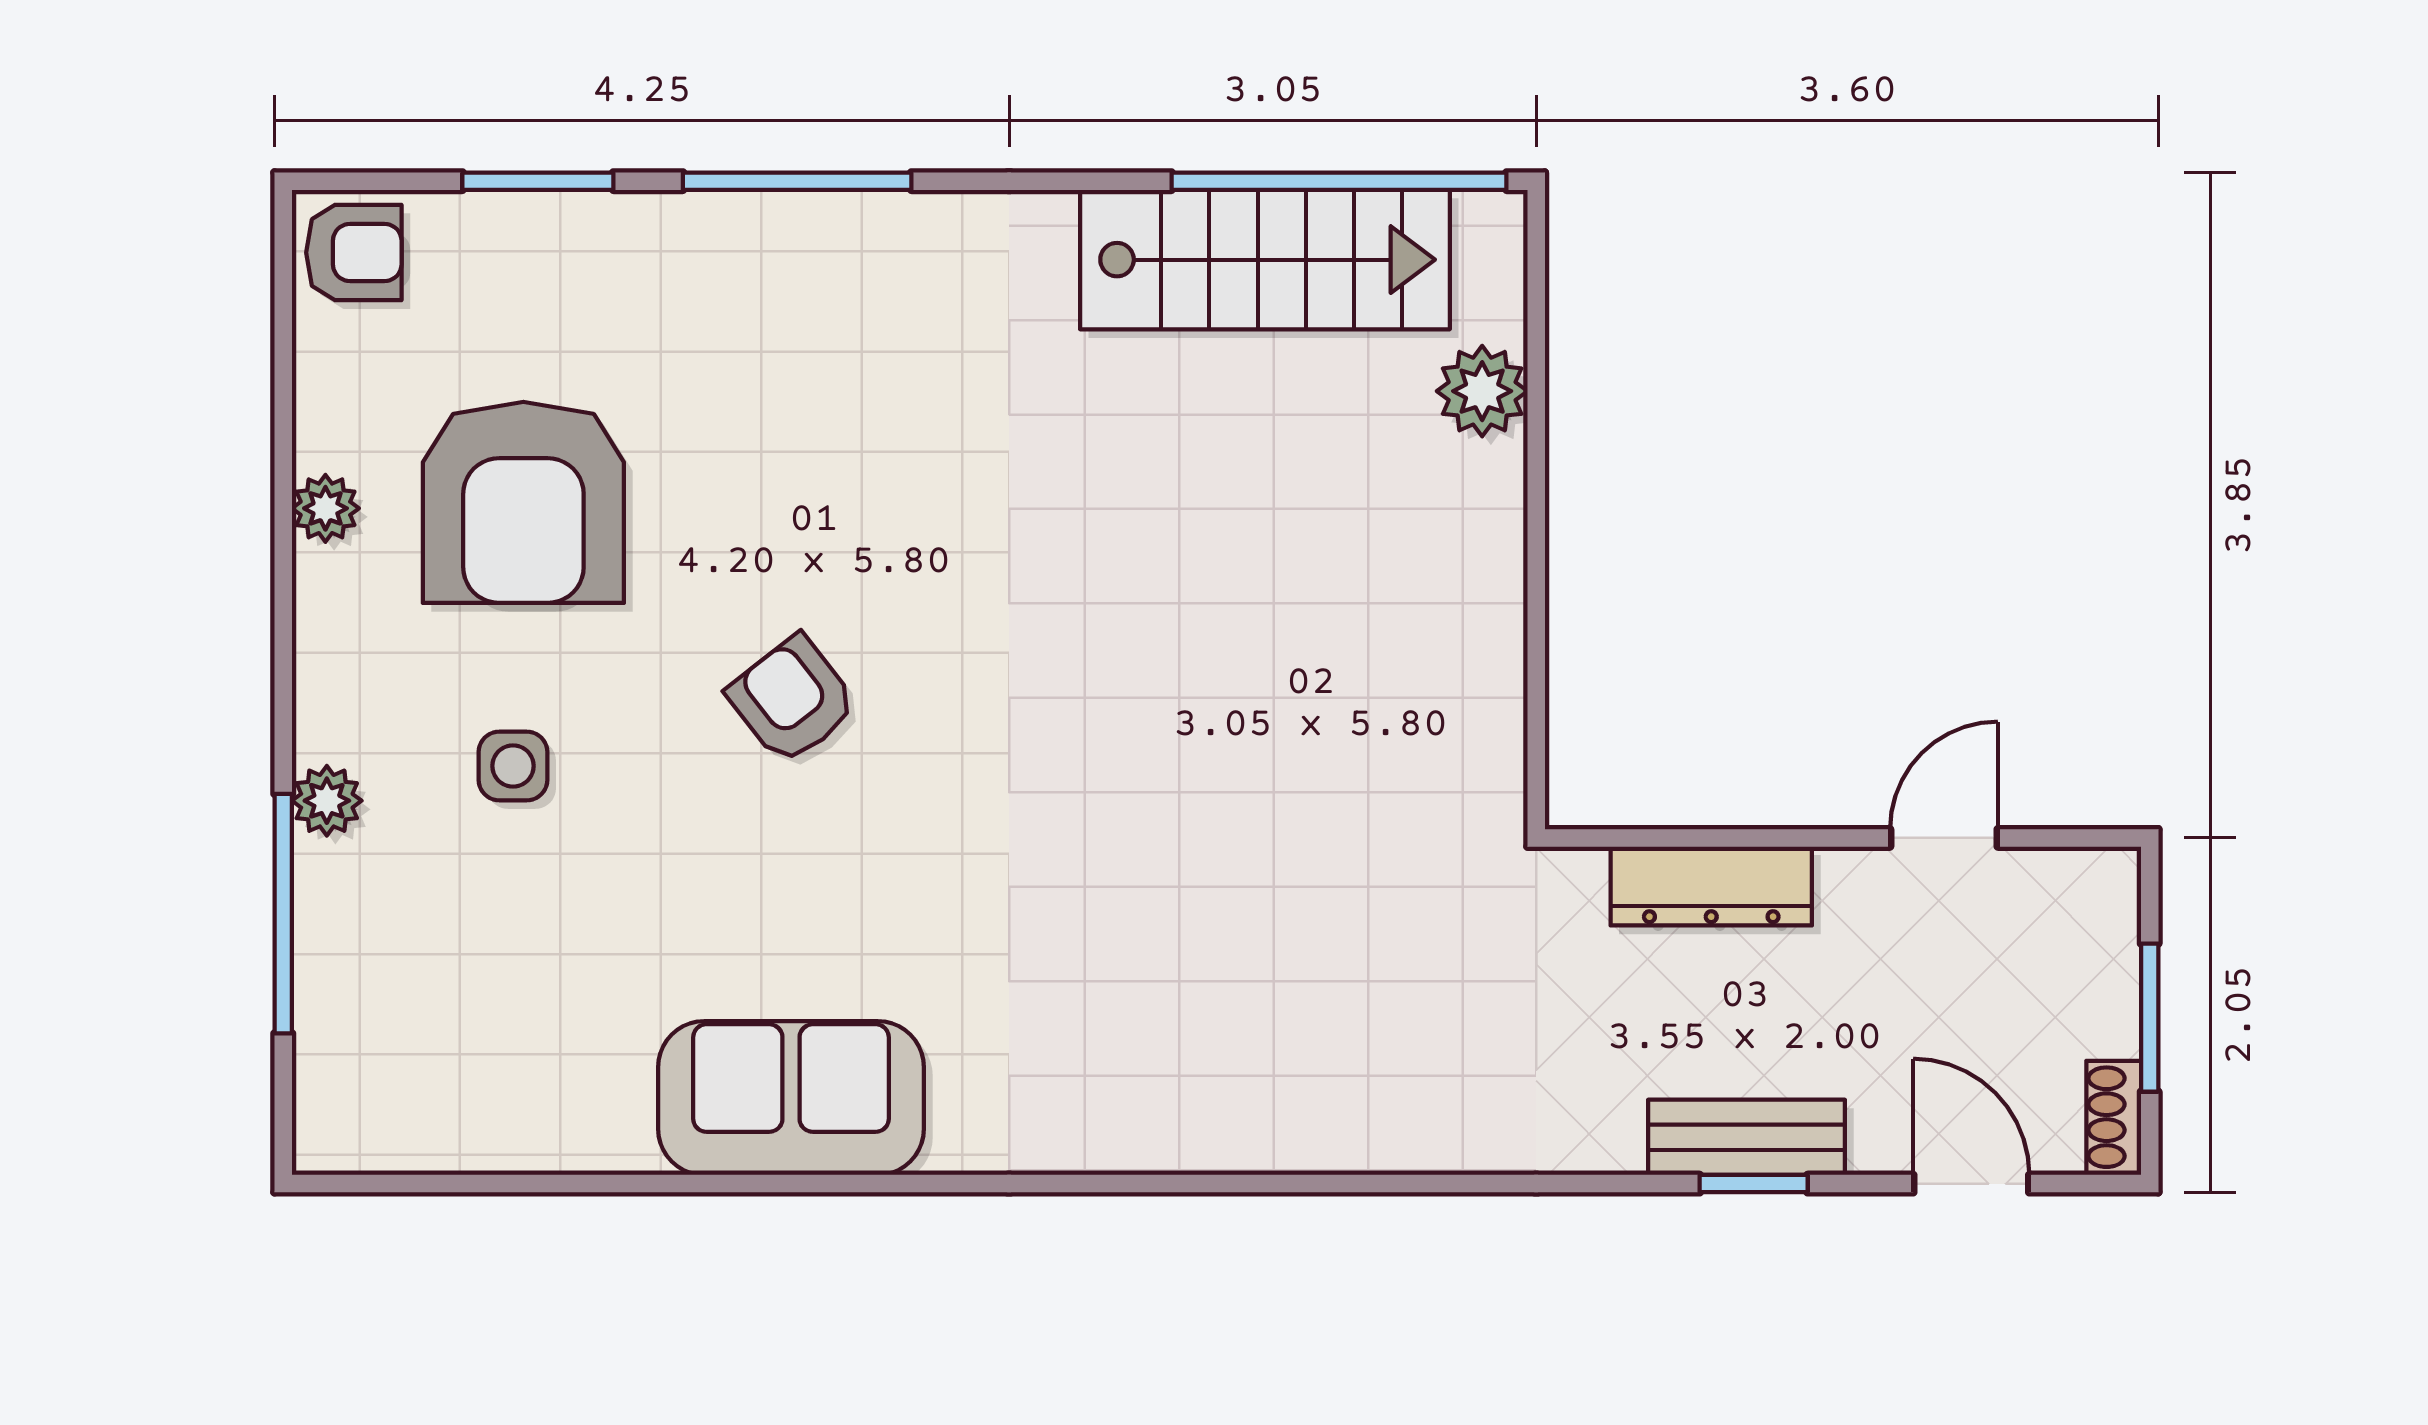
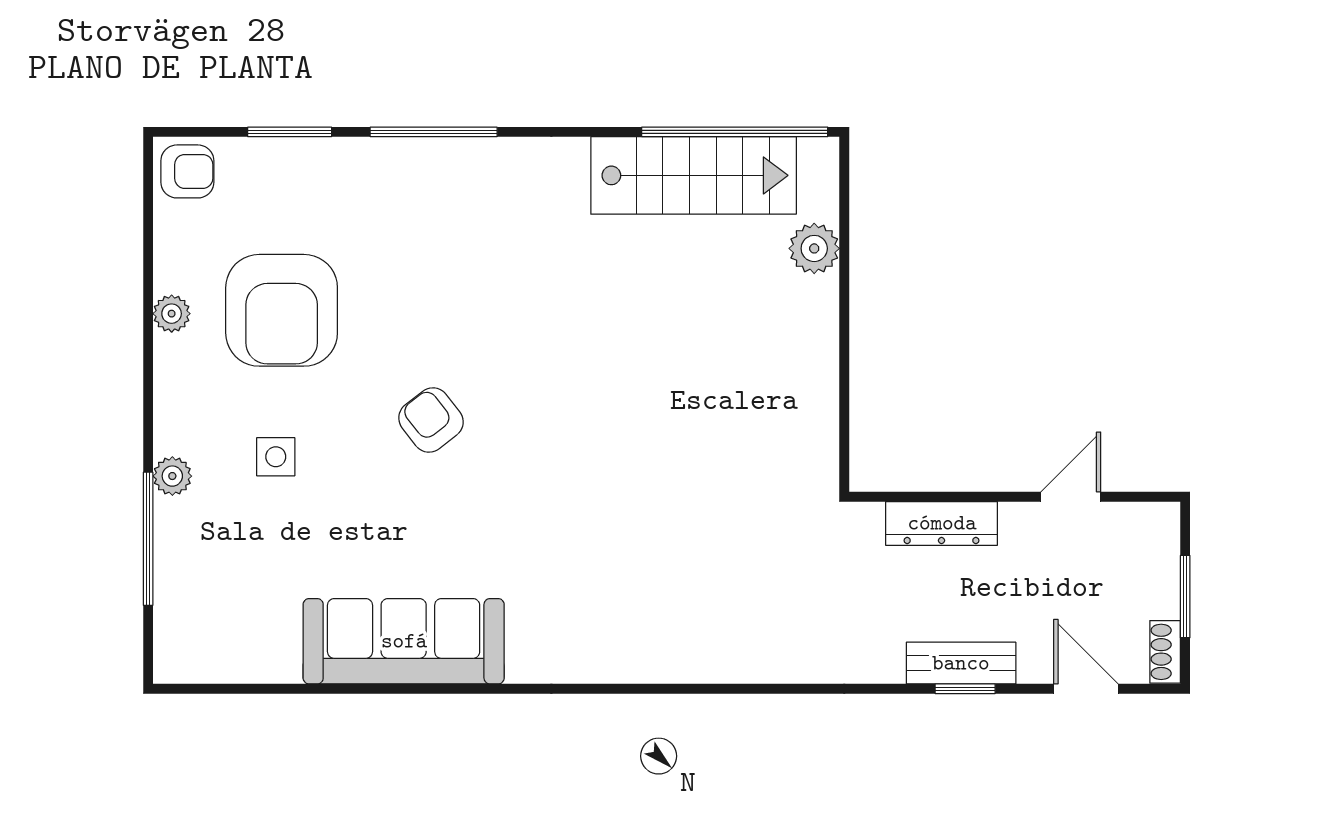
sofa: (791, 1098) -> (404, 641), width x1.36

